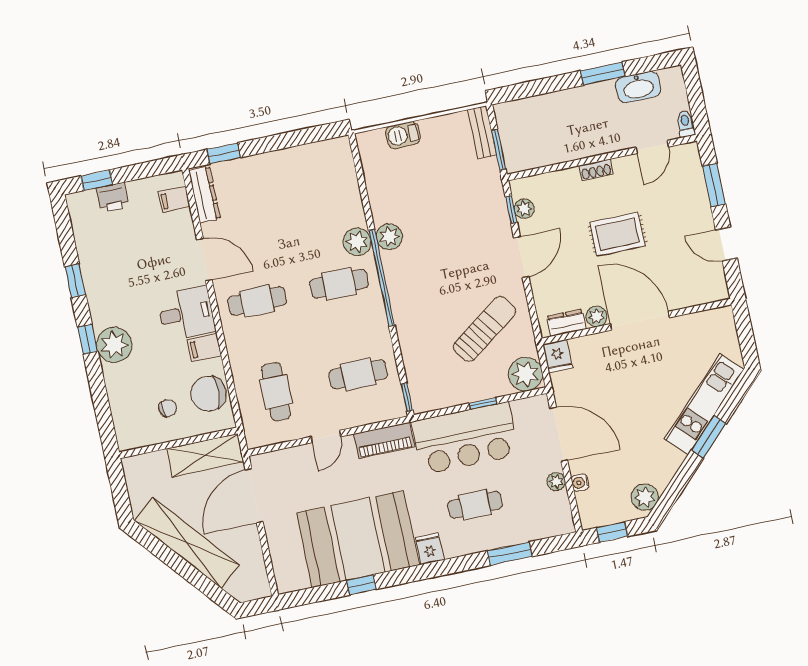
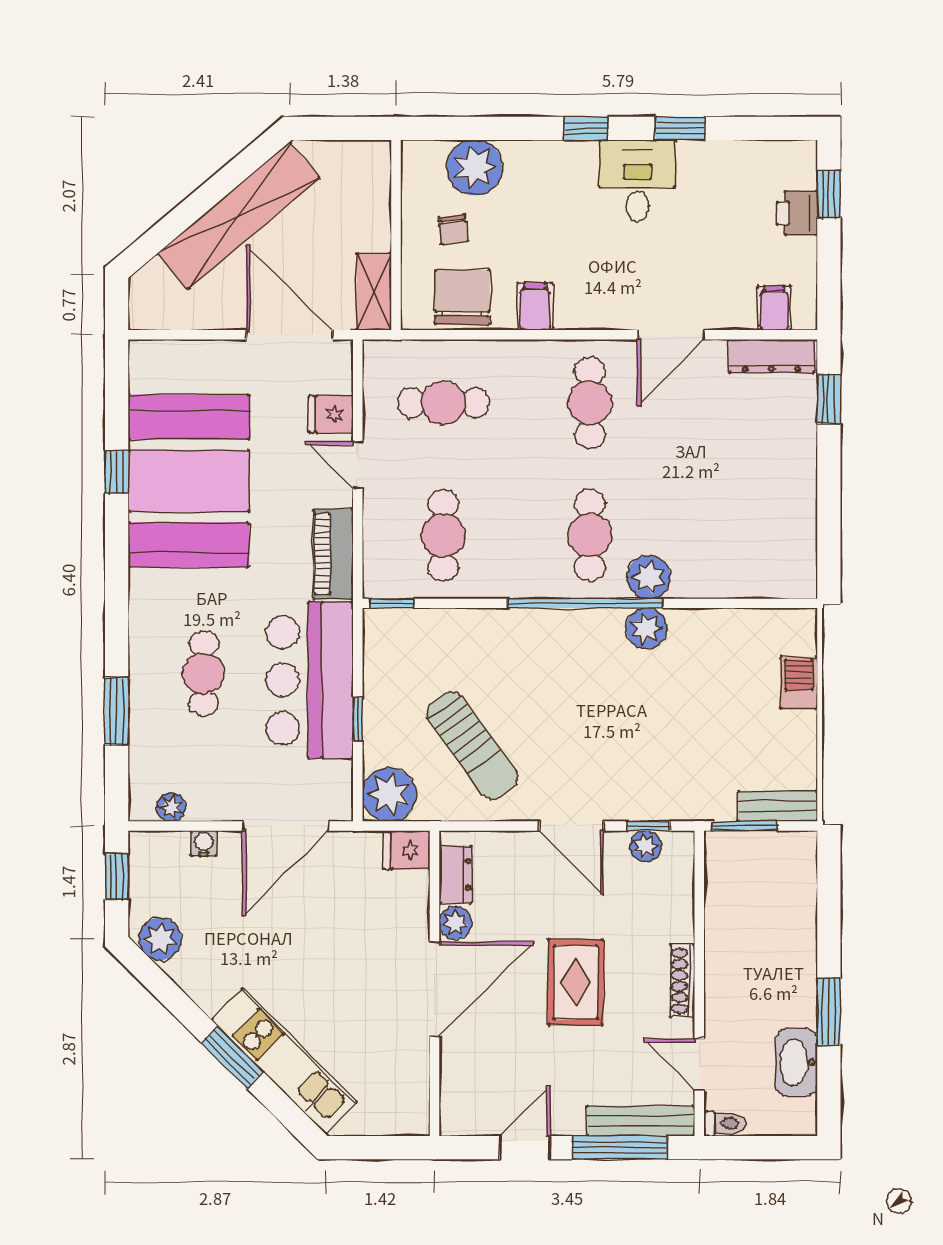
shoe rack: (596, 170) -> (682, 981), width x1.43
bench: (695, 176) -> (641, 1121), added
window: (714, 185) -> (620, 1148), width x1.44
desk: (186, 313) -> (638, 181), moved, turned 180
plant: (114, 345) -> (475, 168), moved
shelving: (205, 455) -> (374, 292), width x0.67, depth x0.75
plant: (556, 482) -> (171, 807), moved
fridge: (430, 549) -> (331, 414), moved, turned 180

